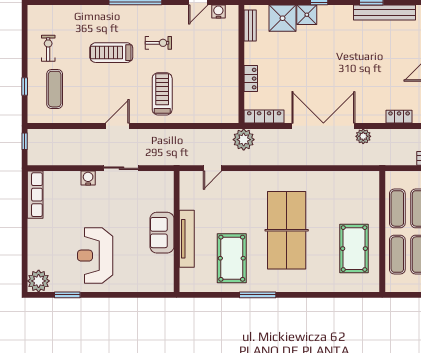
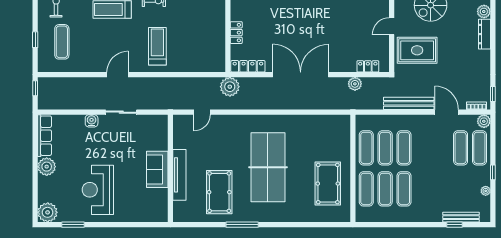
plant: (363, 136) -> (355, 84), moved
plant: (38, 229) -> (47, 167), added

